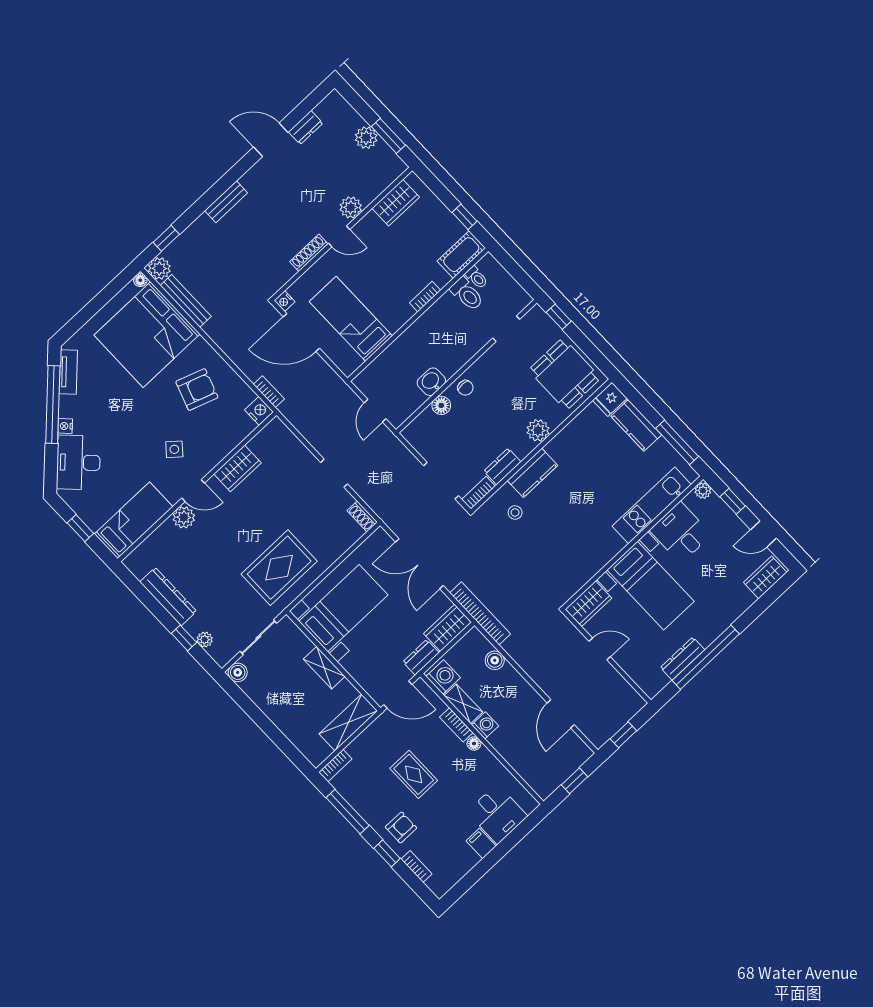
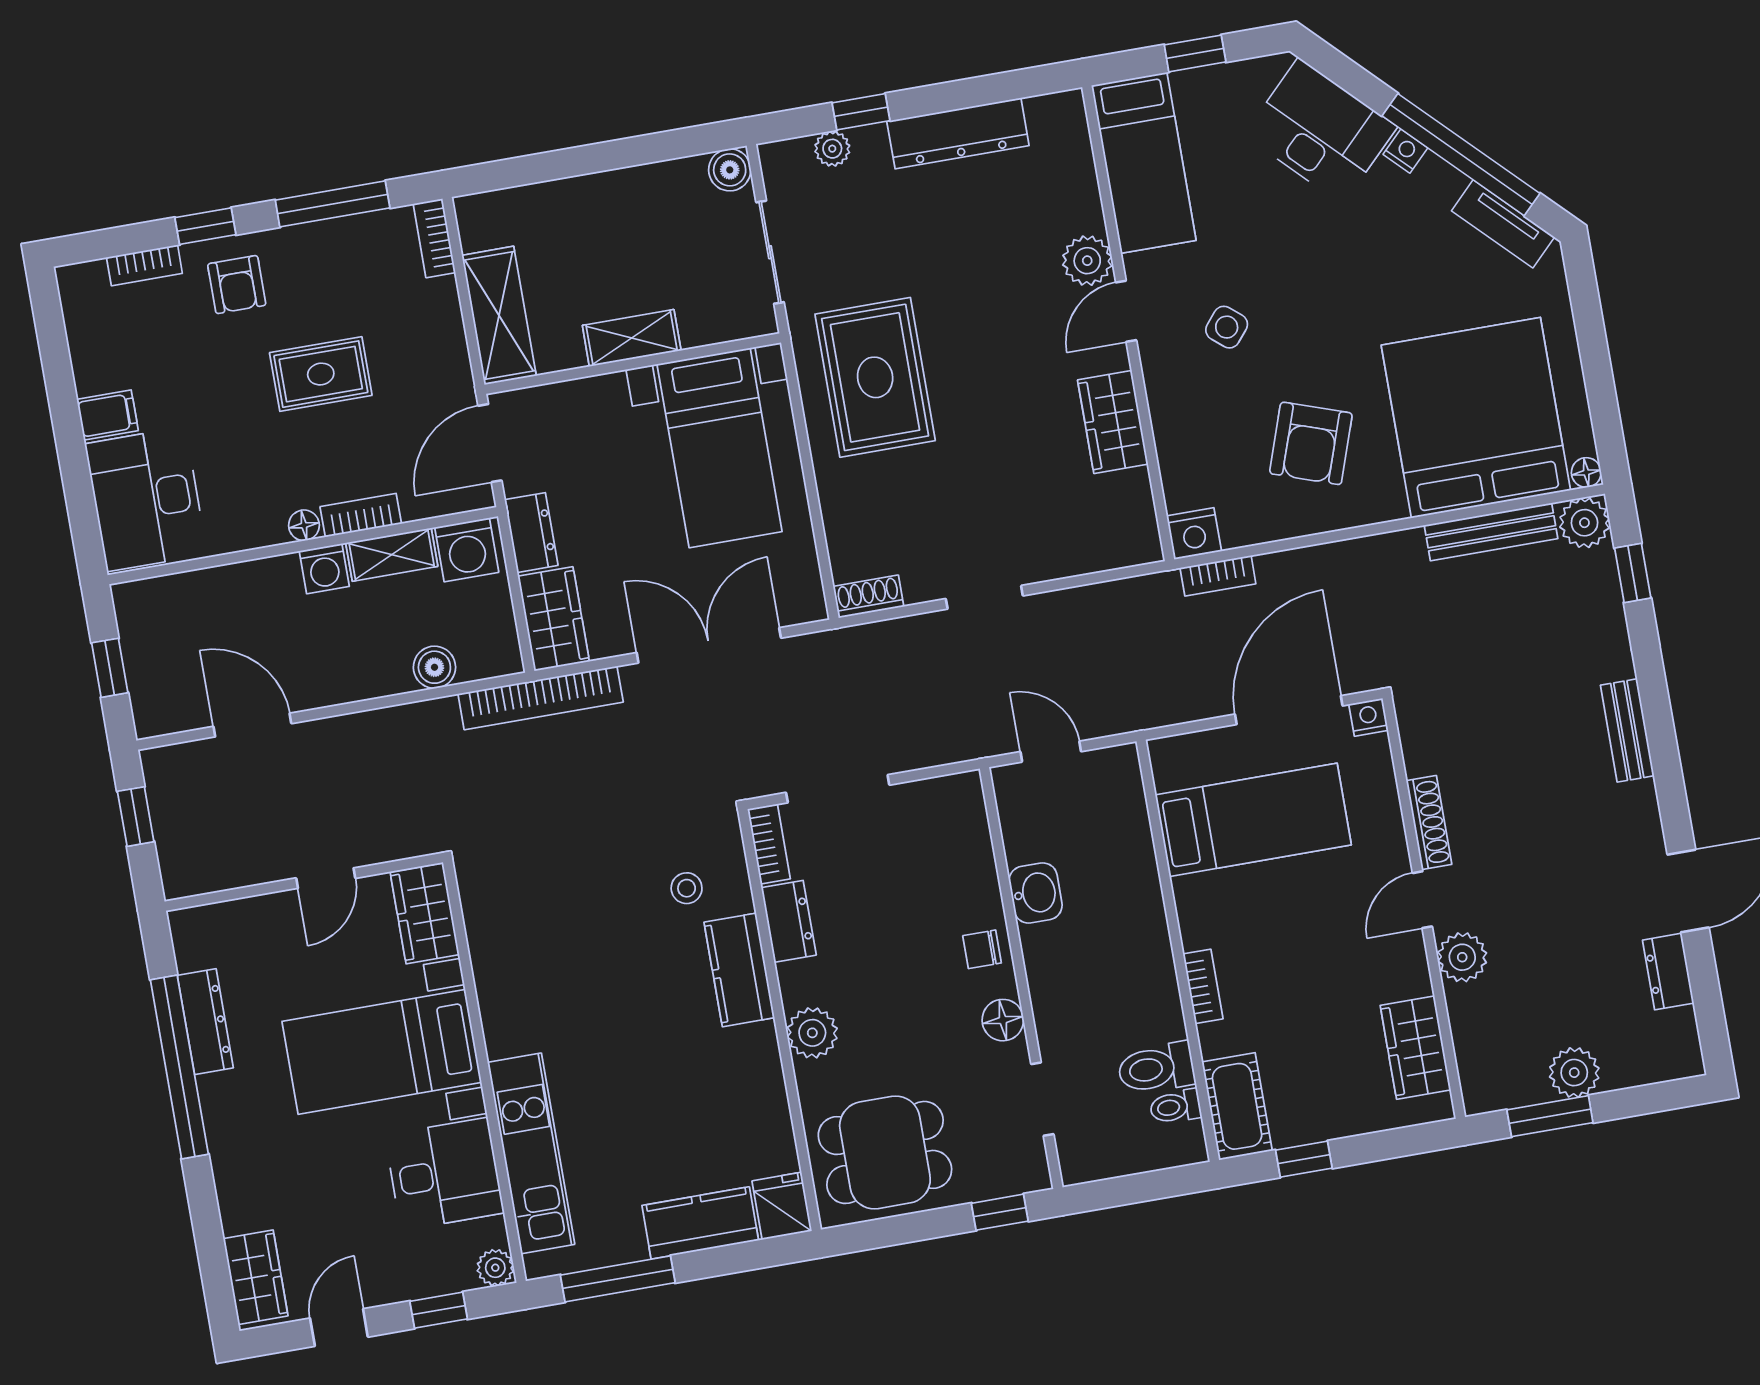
floor lamp: (441, 405) -> (1003, 1020), moved
desk: (497, 814) -> (146, 499), width x1.37

